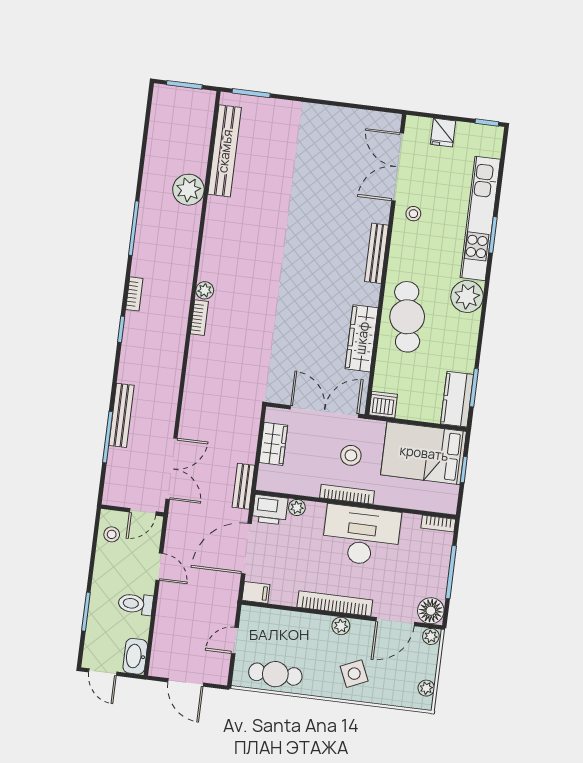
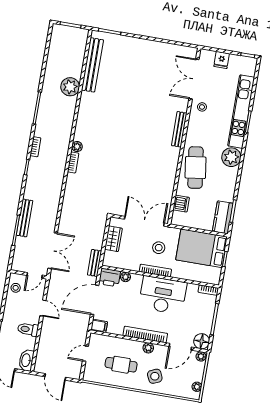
wardrobe: (362, 338) -> (168, 179), removed
dishwasher: (383, 405) -> (181, 204), moved, turned 90
cafe table: (275, 674) -> (121, 365), moved

